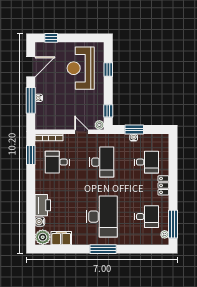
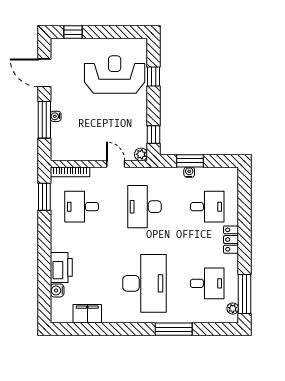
door: (31, 67) -> (44, 73), swing flipped
reception desk: (81, 68) -> (115, 75), turned 90
desk: (102, 162) -> (144, 207), turned 180
plant: (43, 237) -> (61, 312), removed
window: (103, 249) -> (174, 329), moved

